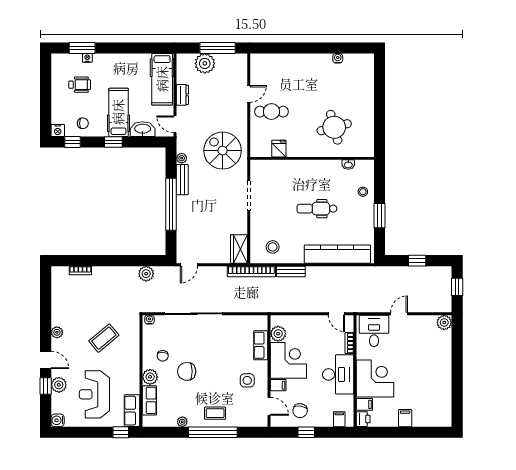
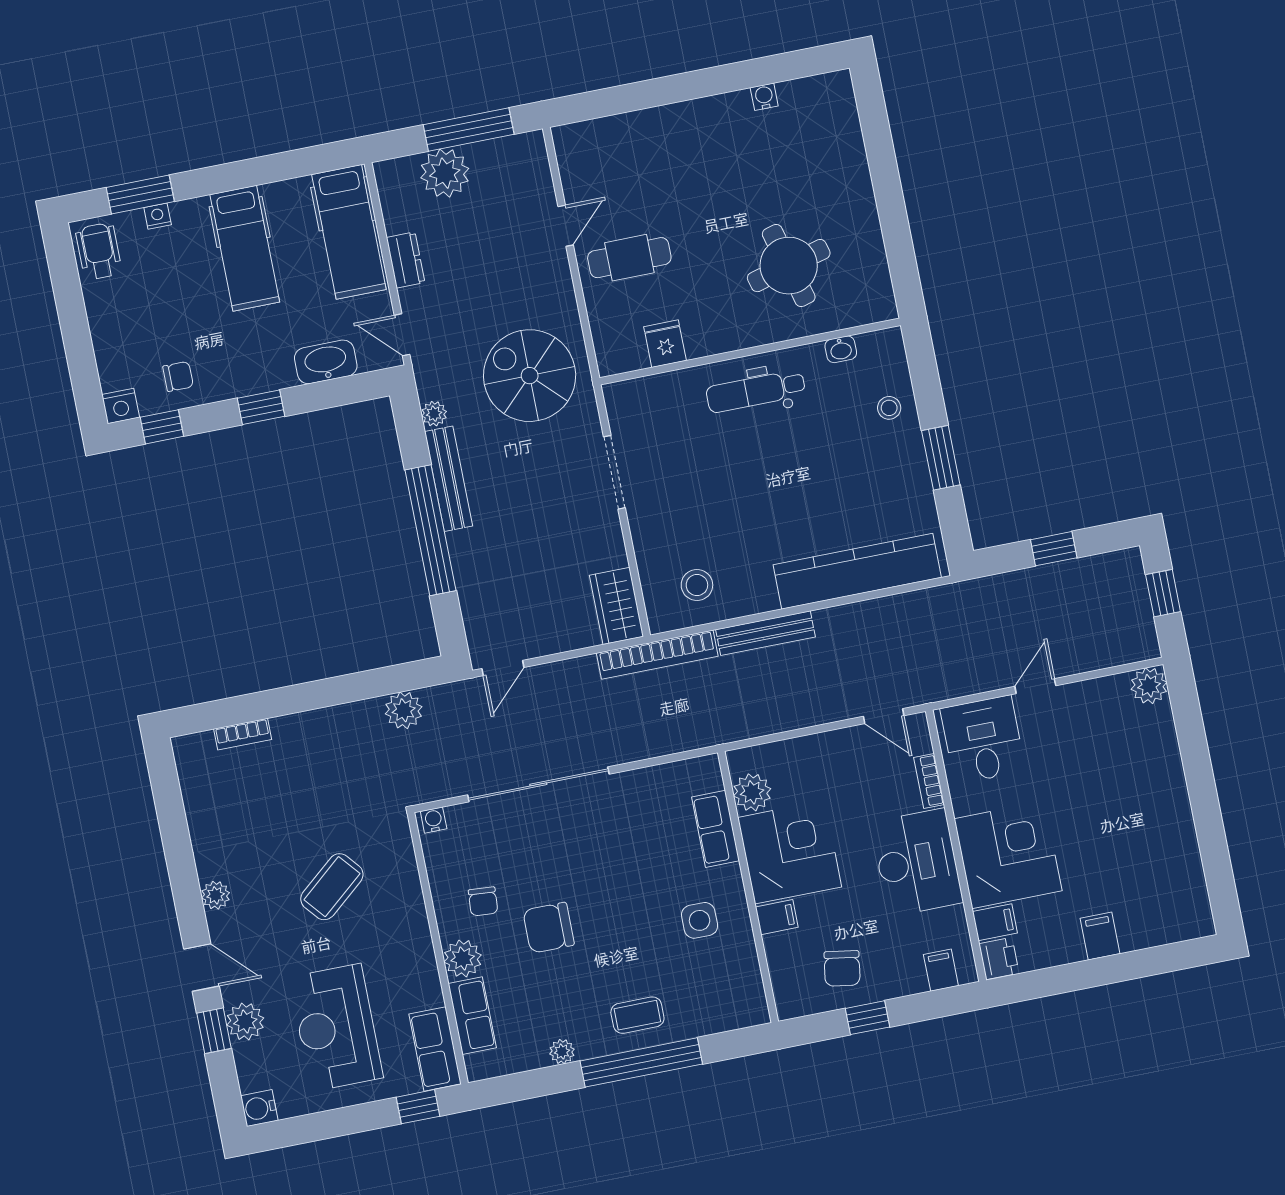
wheelchair: (80, 85) -> (99, 251), moved, turned -90
hospital bed: (118, 112) -> (245, 248), moved, turned 180
bench: (182, 180) -> (449, 479), width x1.36
dental chair: (317, 209) -> (756, 391), moved
bench: (291, 271) -> (765, 633), width x1.36
door: (269, 406) -> (765, 973), removed

